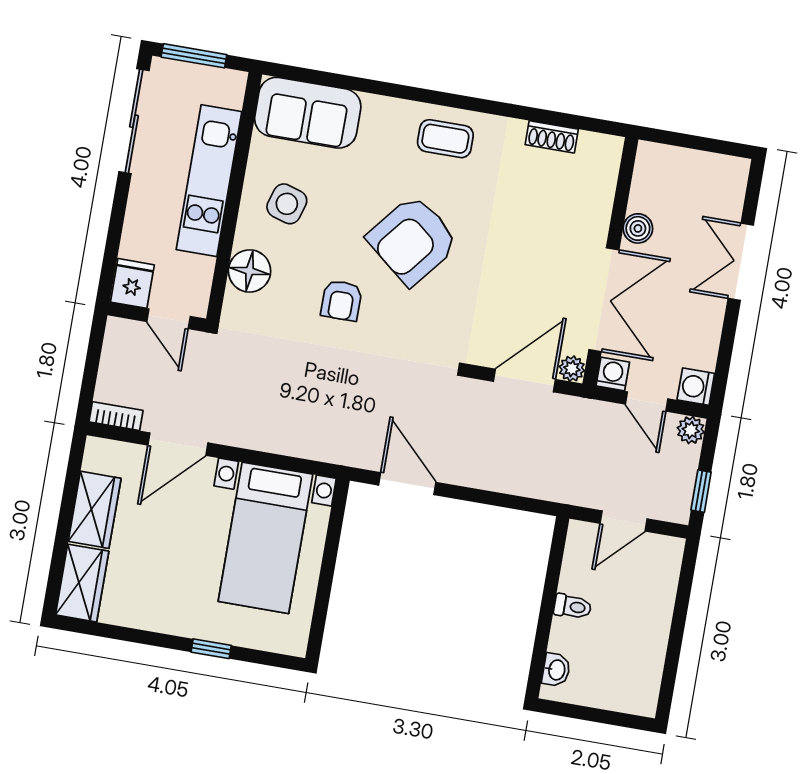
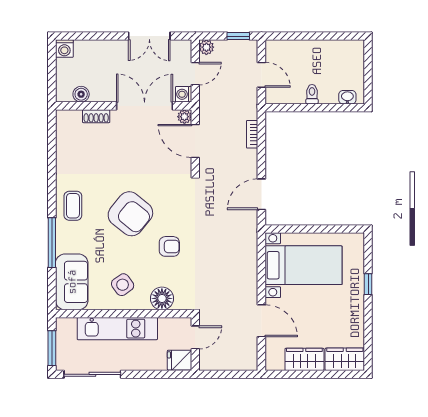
window: (385, 89) -> (52, 243), added
shoe rack: (552, 137) -> (96, 116), moved, turned 90
side table: (287, 204) -> (123, 285), turned 37
boiler: (638, 228) -> (81, 94), moved
double door: (741, 262) -> (149, 36), moved
washing machine: (696, 387) -> (64, 49), moved
bookcase: (116, 416) -> (252, 134), moved

